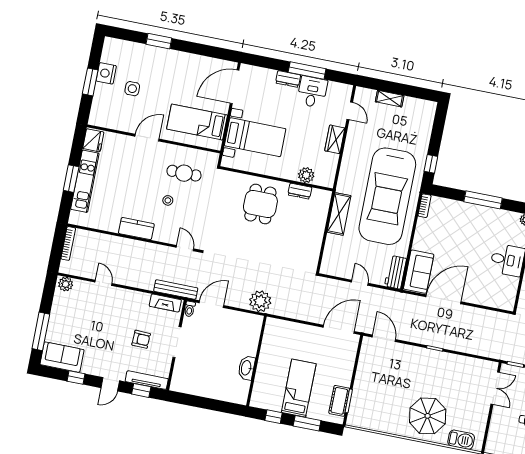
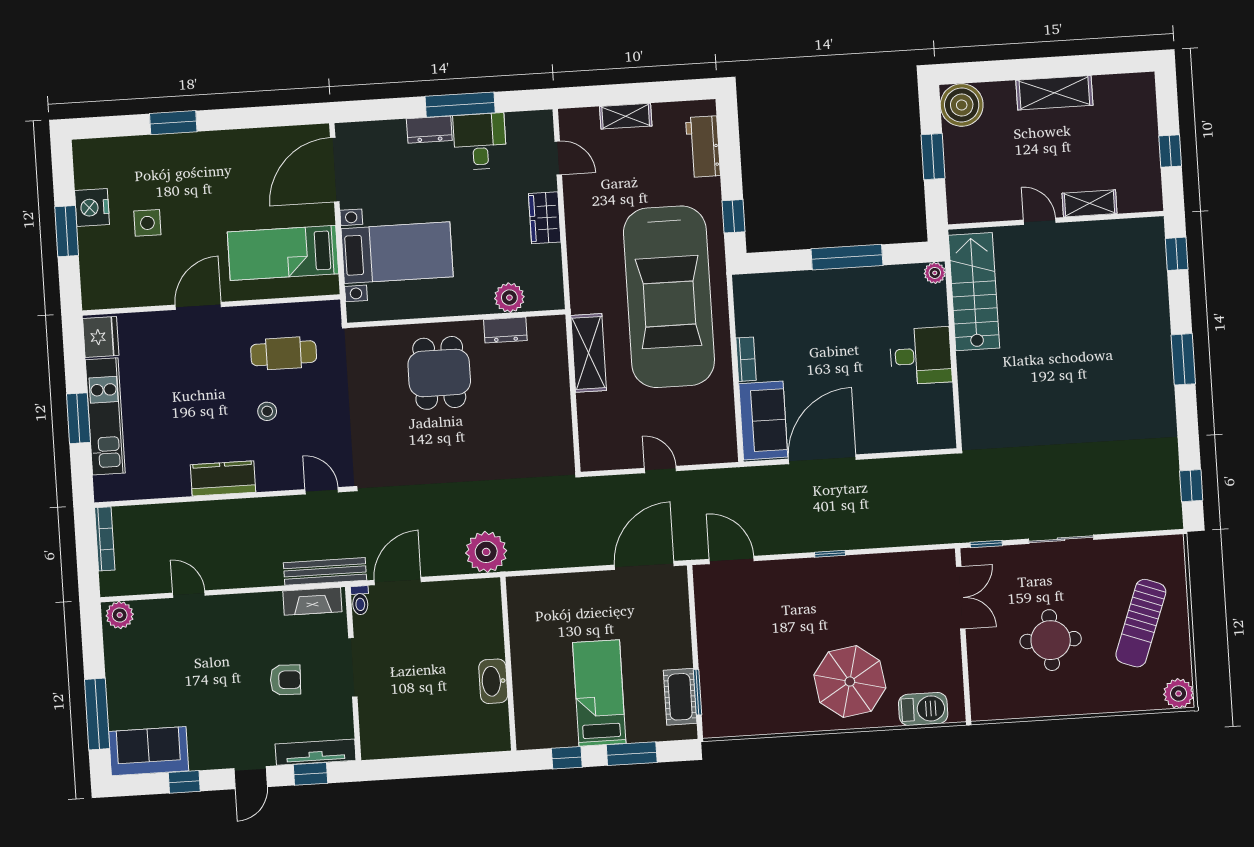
bookcase: (425, 206) -> (746, 359), moved
workbench: (396, 272) -> (703, 147), moved

